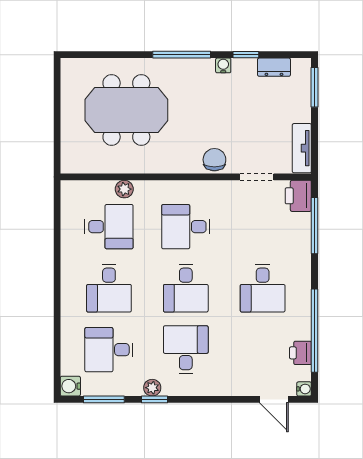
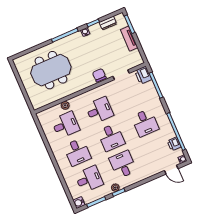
tv unit: (302, 148) -> (129, 39), moved
desk: (186, 227) -> (99, 110), turned 180
desk: (109, 350) -> (89, 179), turned 180

